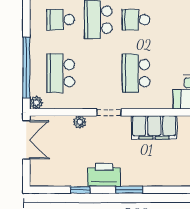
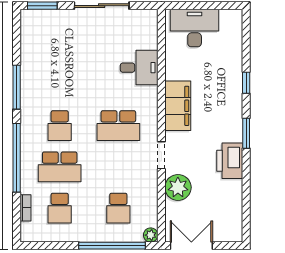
school desk: (61, 73) -> (118, 208), width x0.54
plant: (80, 122) -> (178, 187), width x1.88, depth x1.88
window: (80, 190) -> (246, 83), moved

